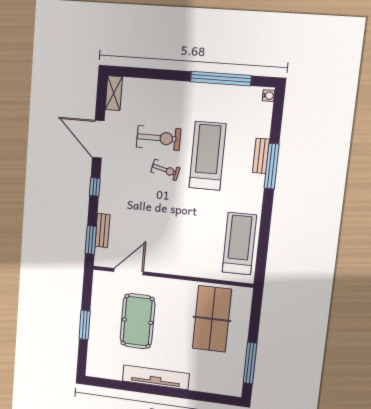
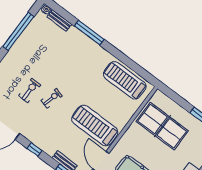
exercise bike: (159, 138) -> (30, 90), width x0.73, depth x0.72
treadmill: (208, 156) -> (95, 126), moved
bench: (261, 156) -> (59, 20), moved

